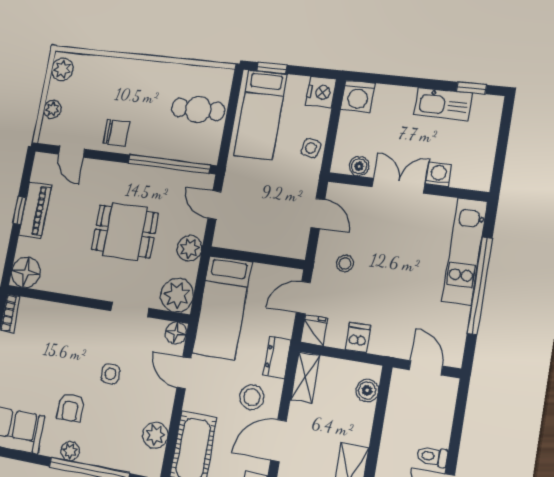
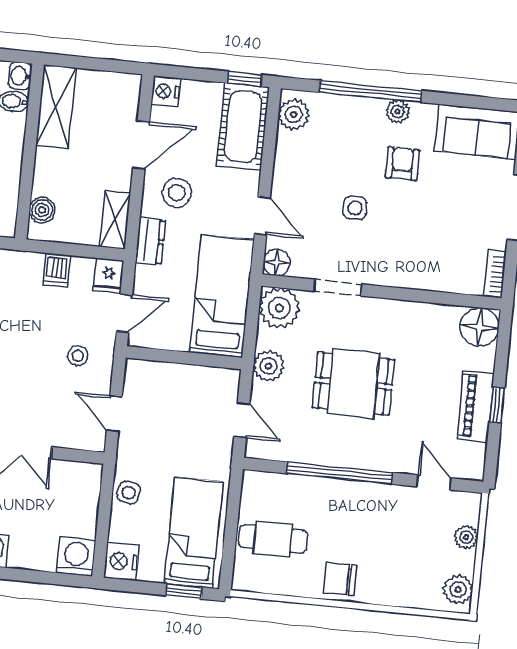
chair: (116, 133) -> (340, 579), moved
window: (169, 164) -> (339, 473), moved
boiler: (359, 166) -> (69, 472), removed
plant: (155, 435) -> (294, 114), moved

